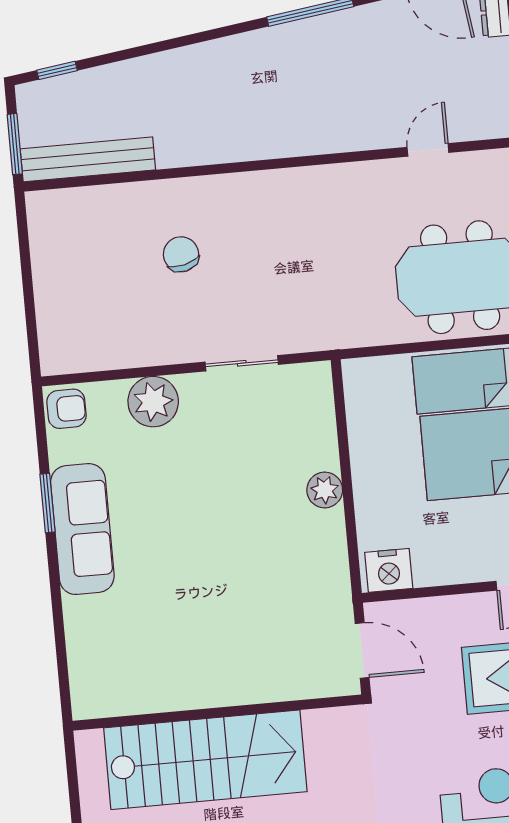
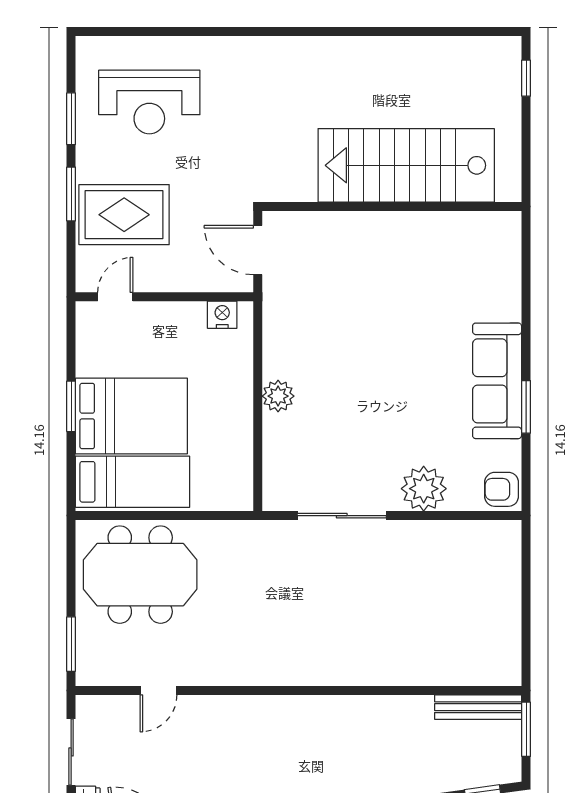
bench: (88, 159) -> (478, 707), width x0.73, depth x0.82
chair: (181, 254) -> (387, 618), removed
sliding door: (242, 363) -> (342, 516), width x1.37
nightstand: (389, 570) -> (222, 315), width x0.74, depth x0.75

